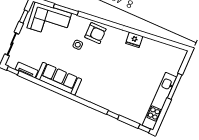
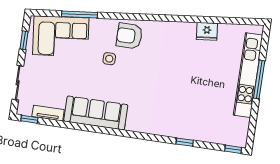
armchair: (95, 33) -> (129, 36), turned 180
fridge: (134, 40) -> (207, 31), moved
kitchen unit: (159, 101) -> (248, 75), moved

